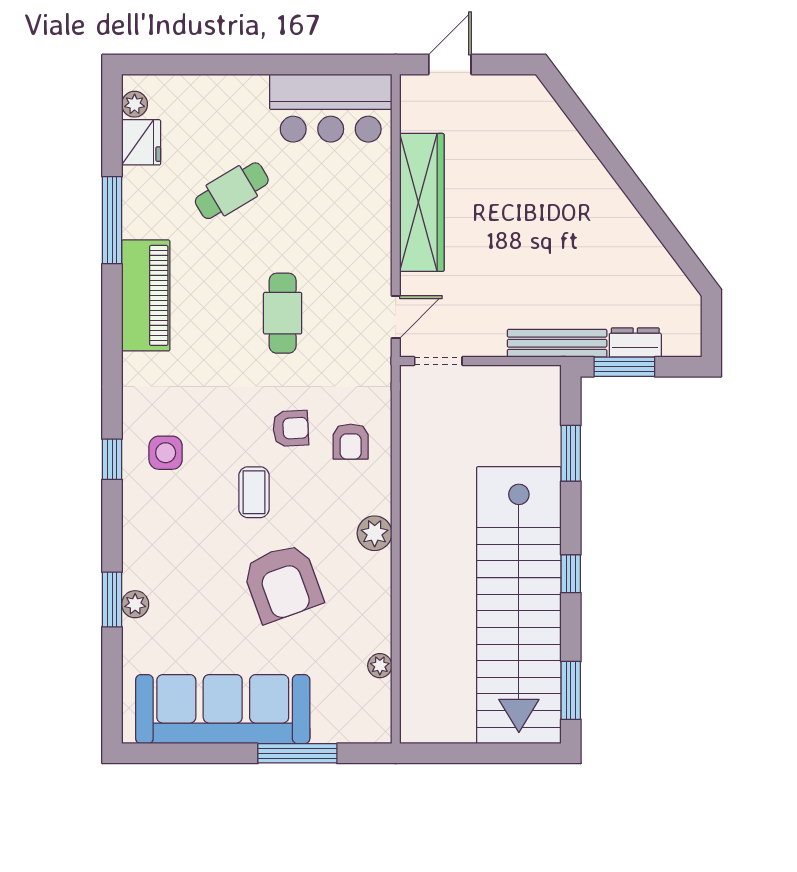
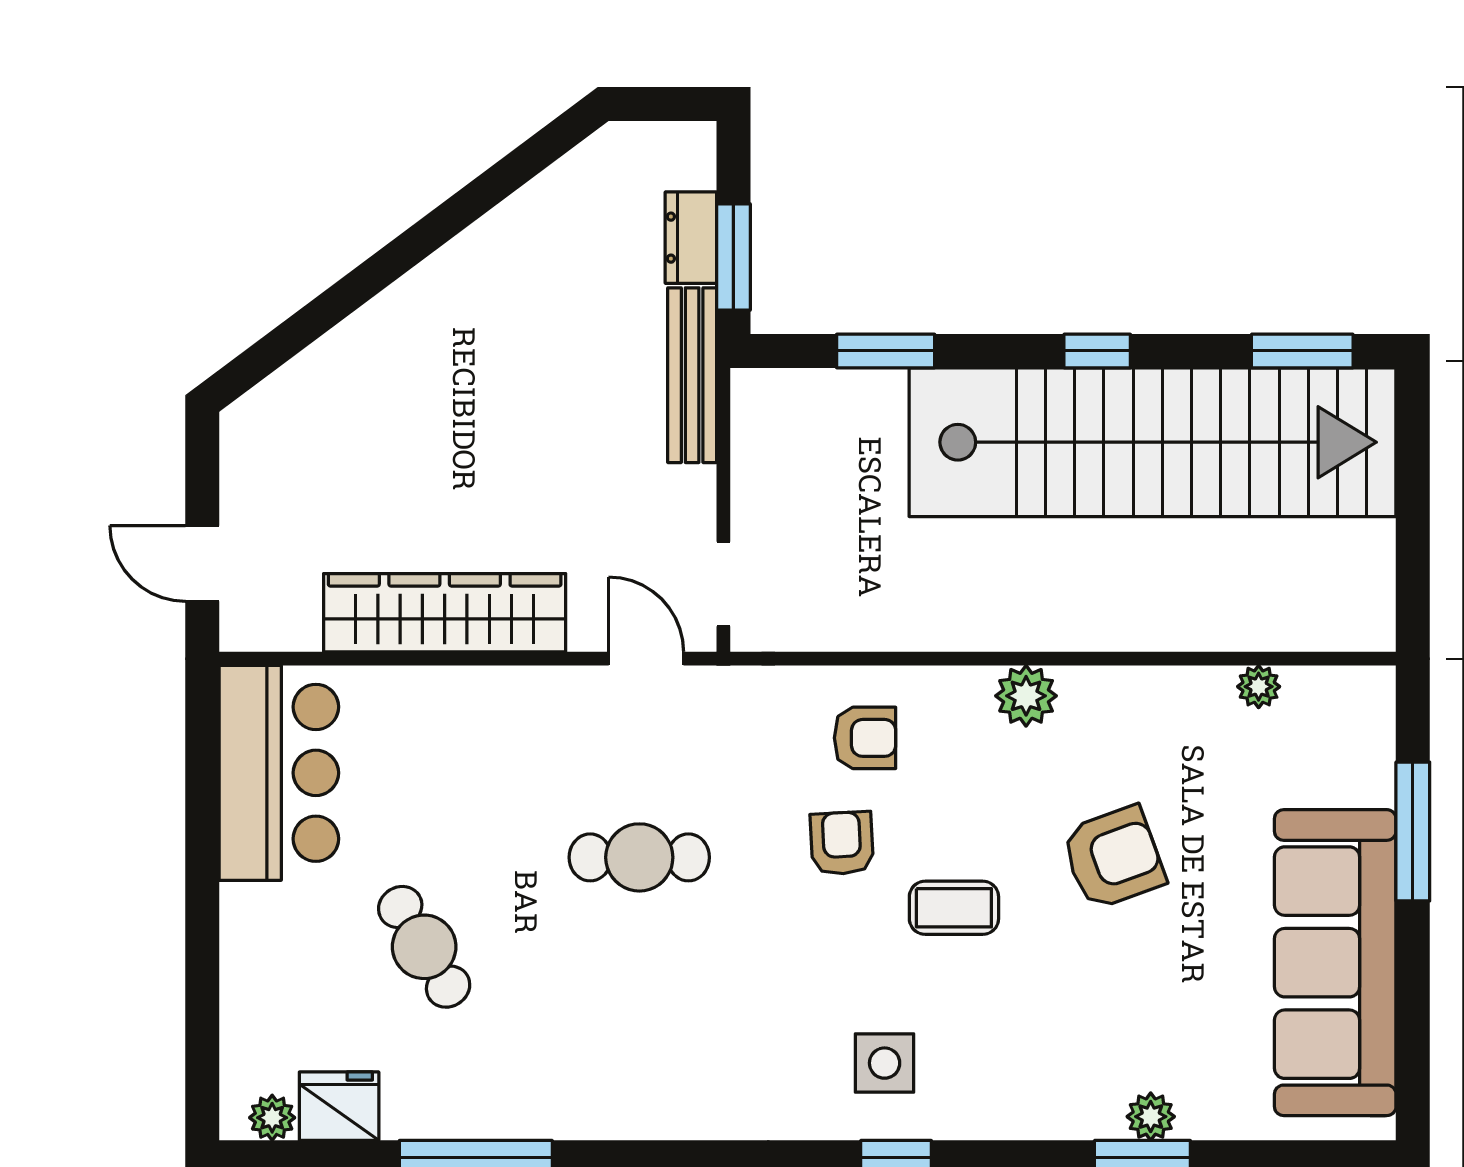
piano: (146, 295) -> (608, 1098), removed
armchair: (282, 583) -> (1113, 858), width x0.73, depth x0.73

